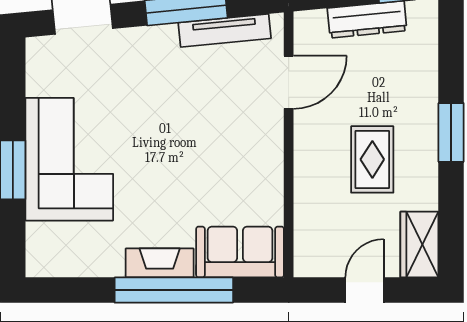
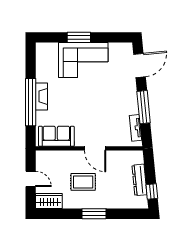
tv unit: (225, 30) -> (136, 128), width x0.71
door: (289, 82) -> (95, 148), moved
sofa: (240, 252) -> (56, 136), moved, turned -90

